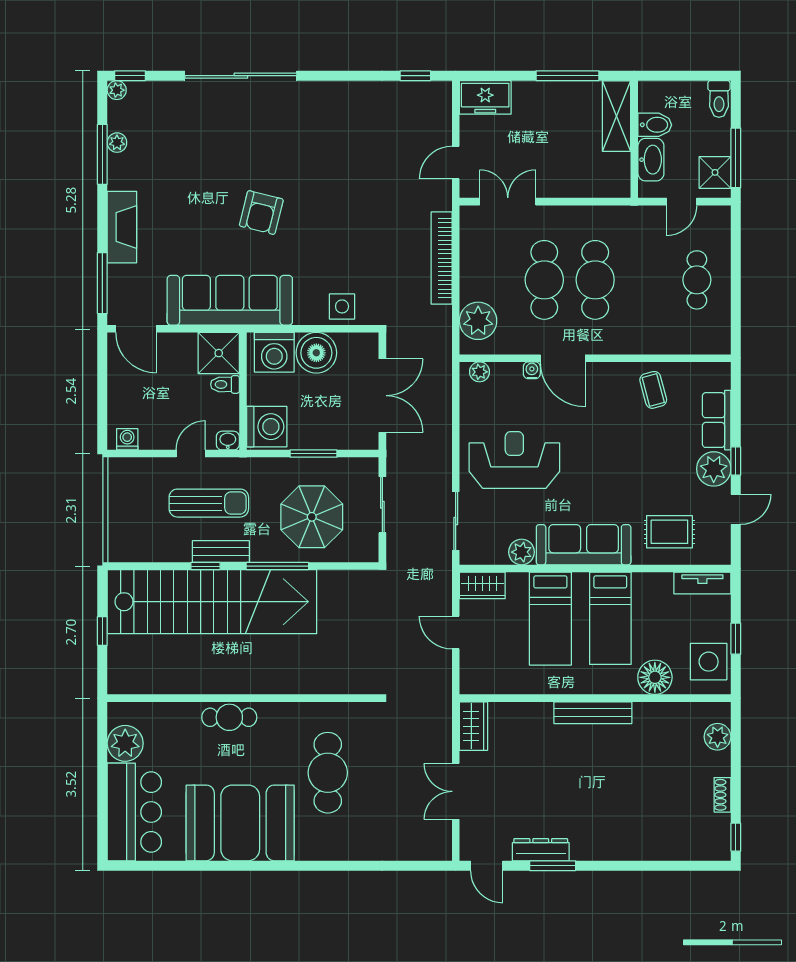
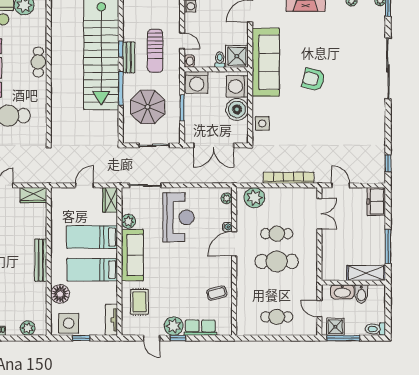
cafe table: (544, 280) -> (277, 234), width x0.73, depth x0.74

